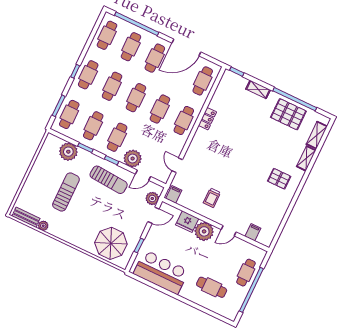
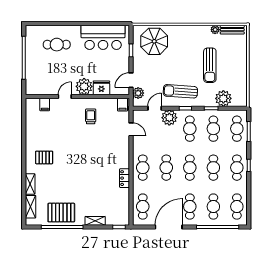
cafe table: (246, 273) -> (35, 69), removed

